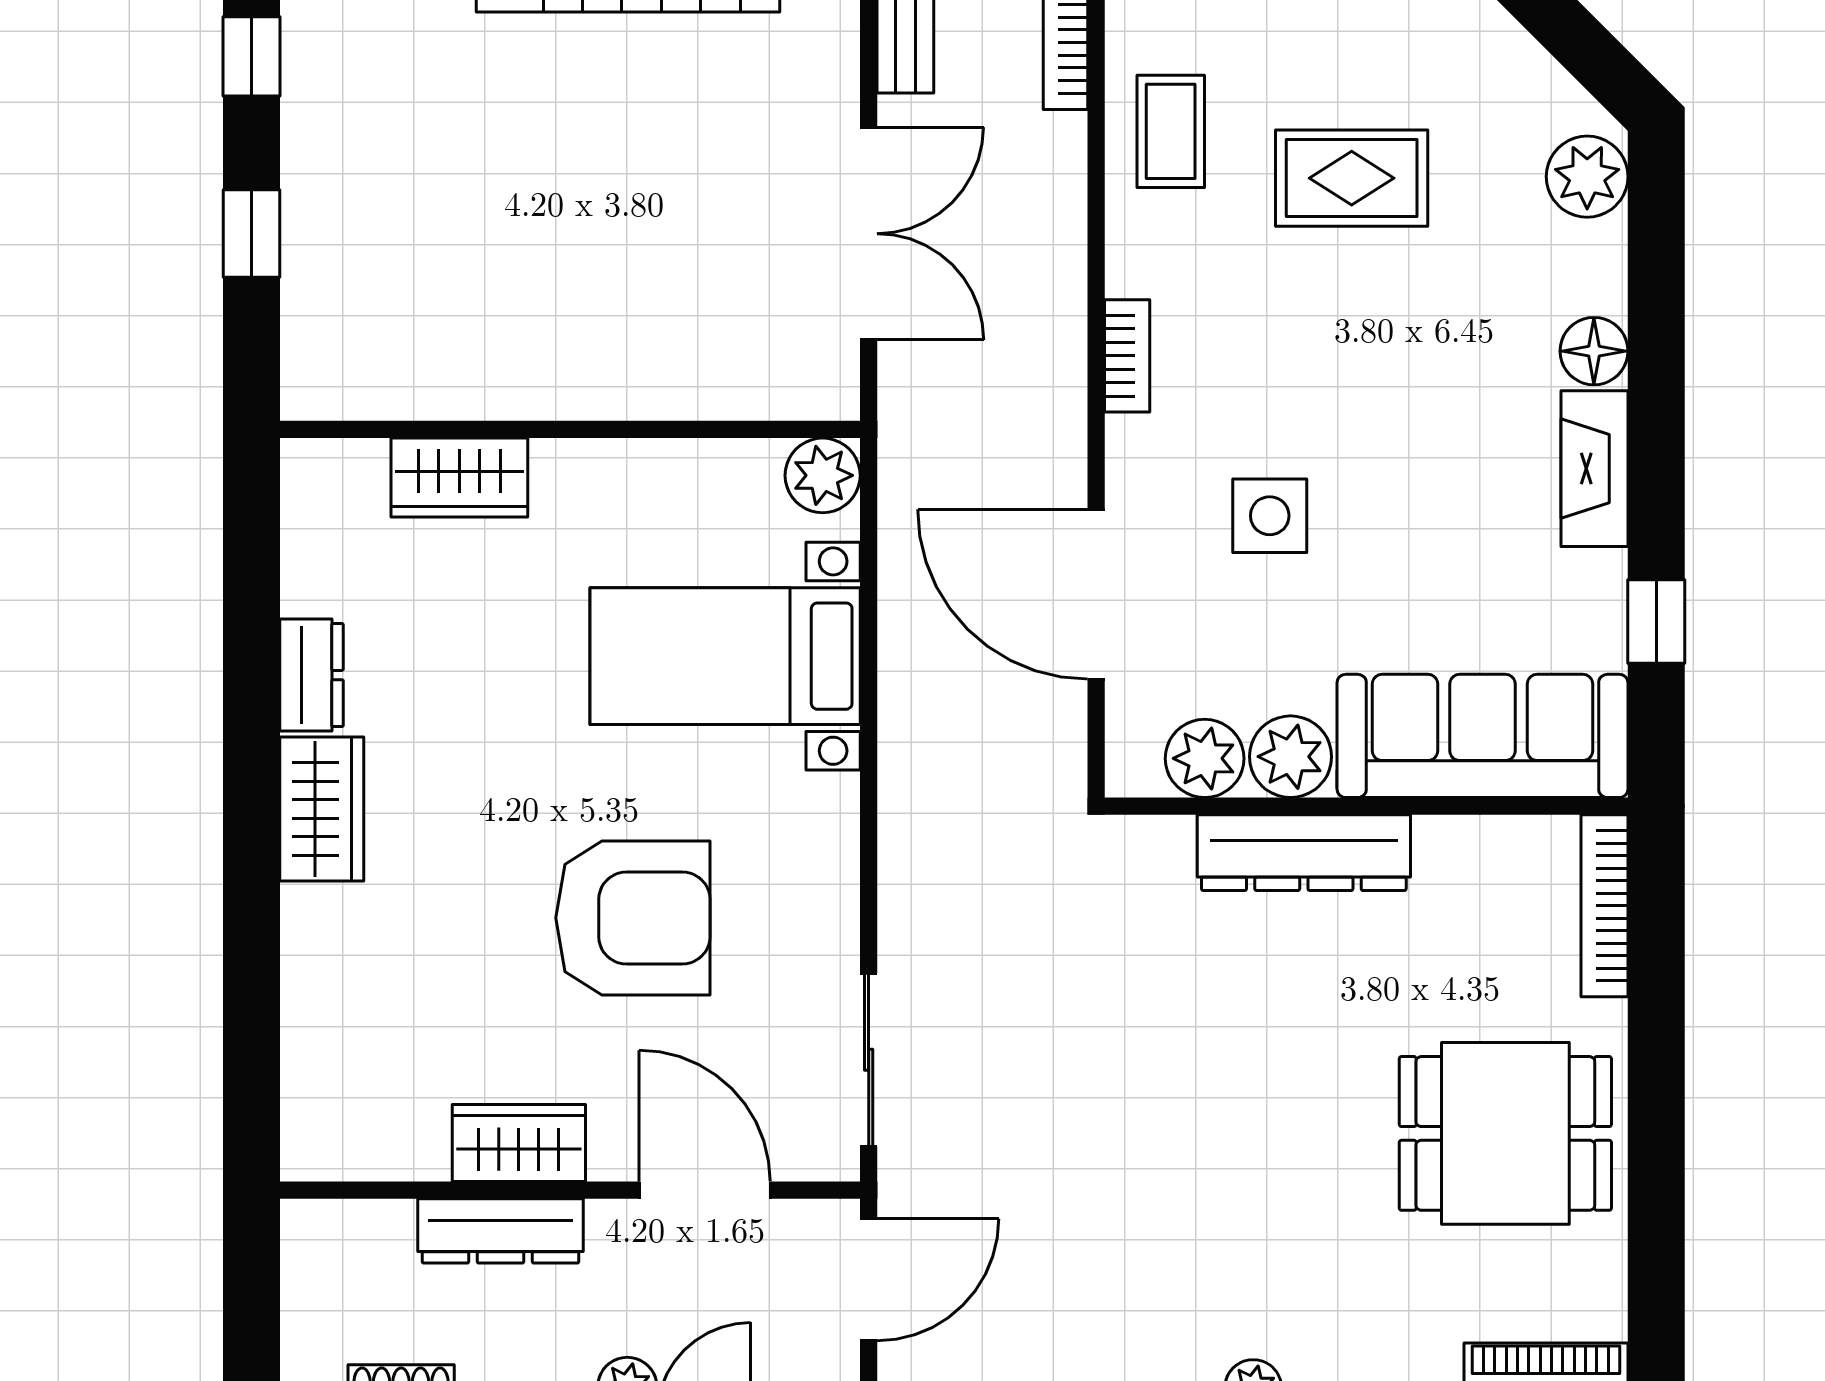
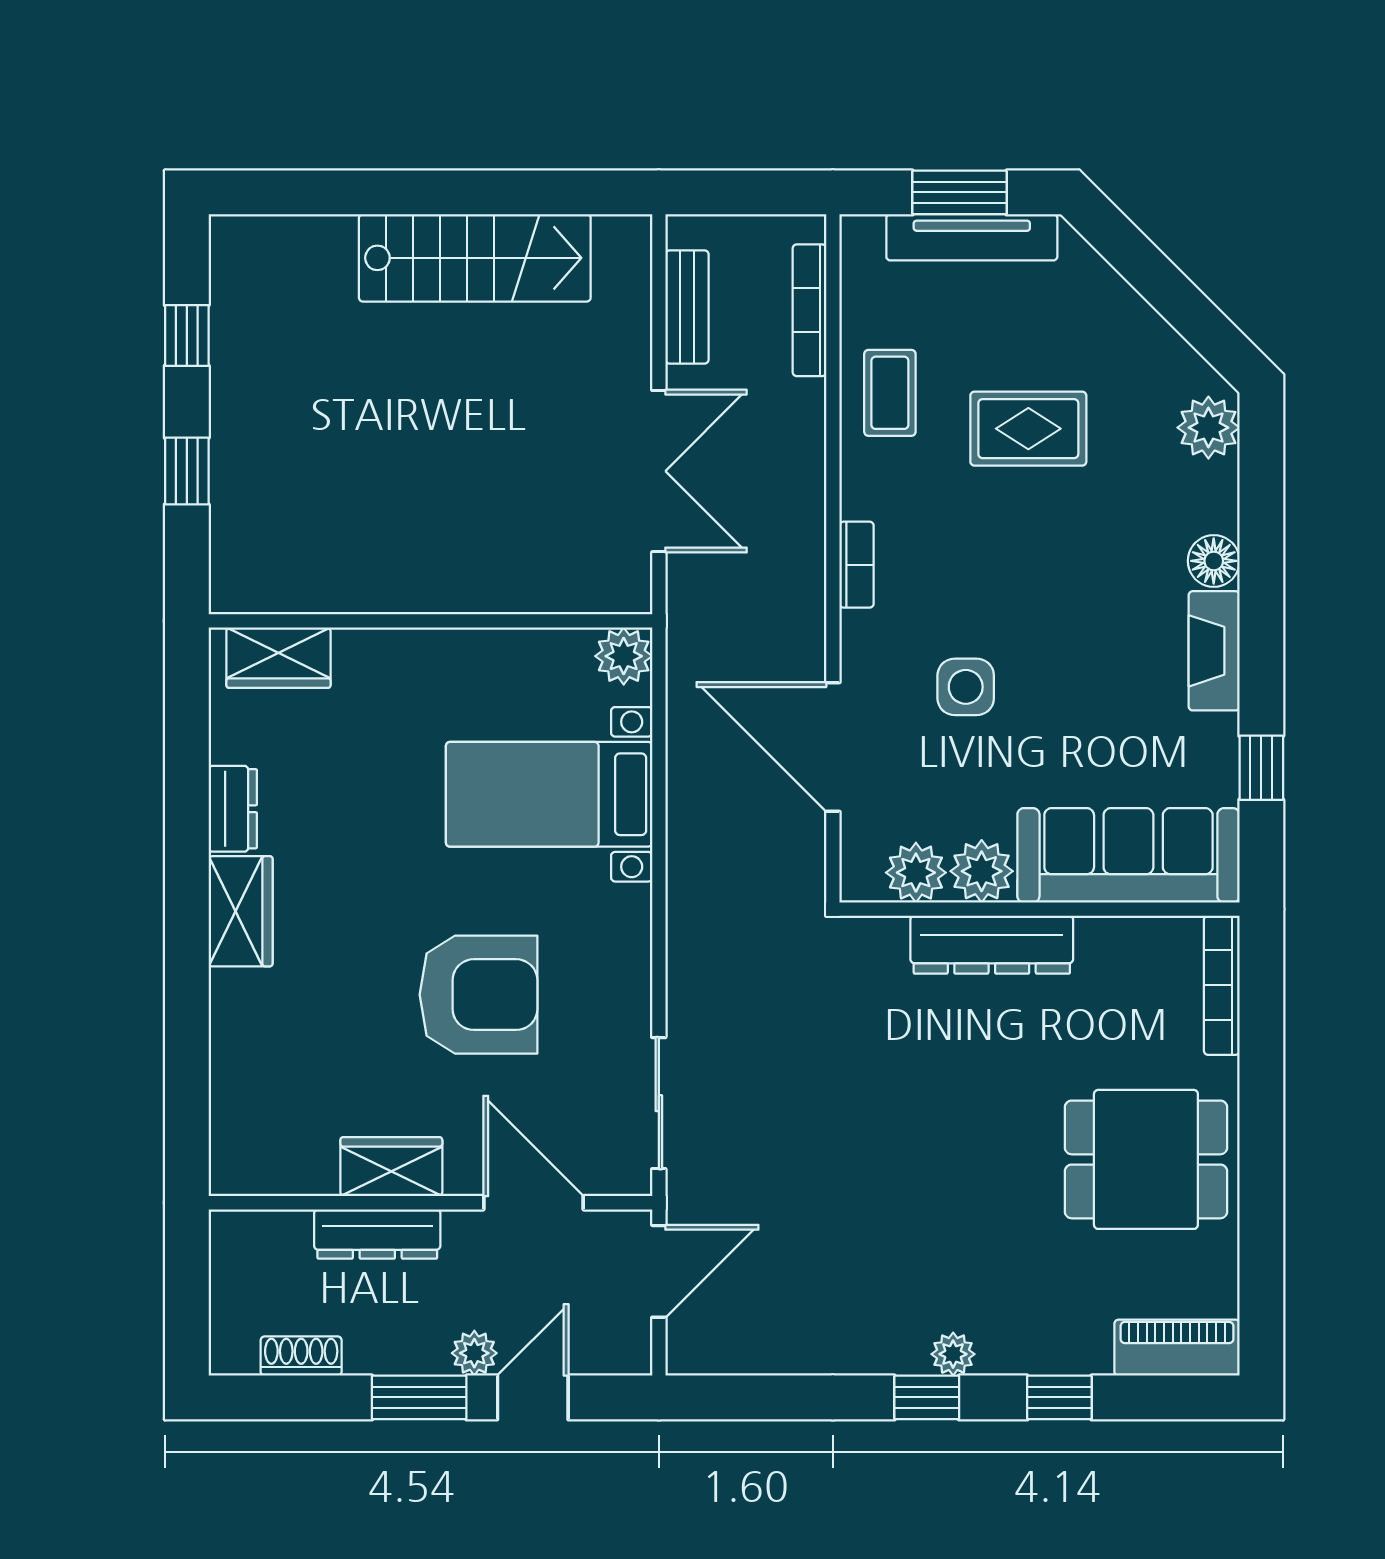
wardrobe: (459, 478) -> (278, 658), moved

